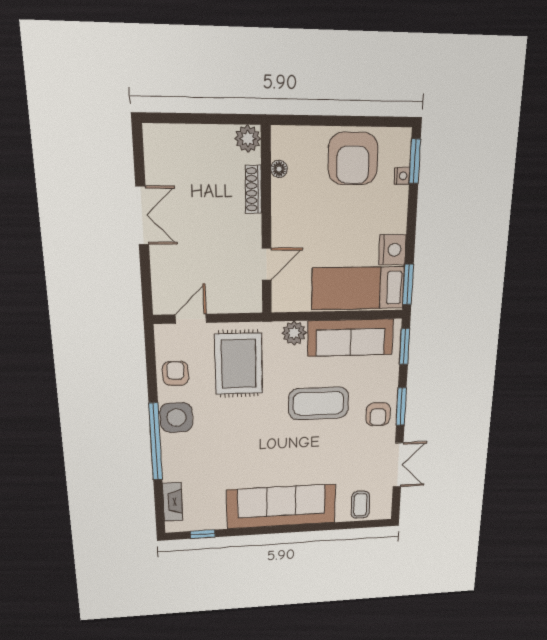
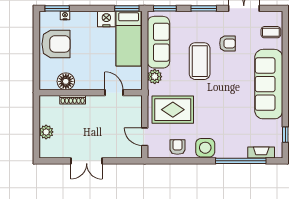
plant: (248, 139) -> (46, 132), moved
floor lamp: (279, 169) -> (66, 81), width x1.89, depth x1.89
double door: (142, 215) -> (87, 161), swing flipped
armchair: (175, 373) -> (177, 147), turned 90
armchair: (378, 414) -> (227, 43), moved
window: (155, 442) -> (241, 161), moved

